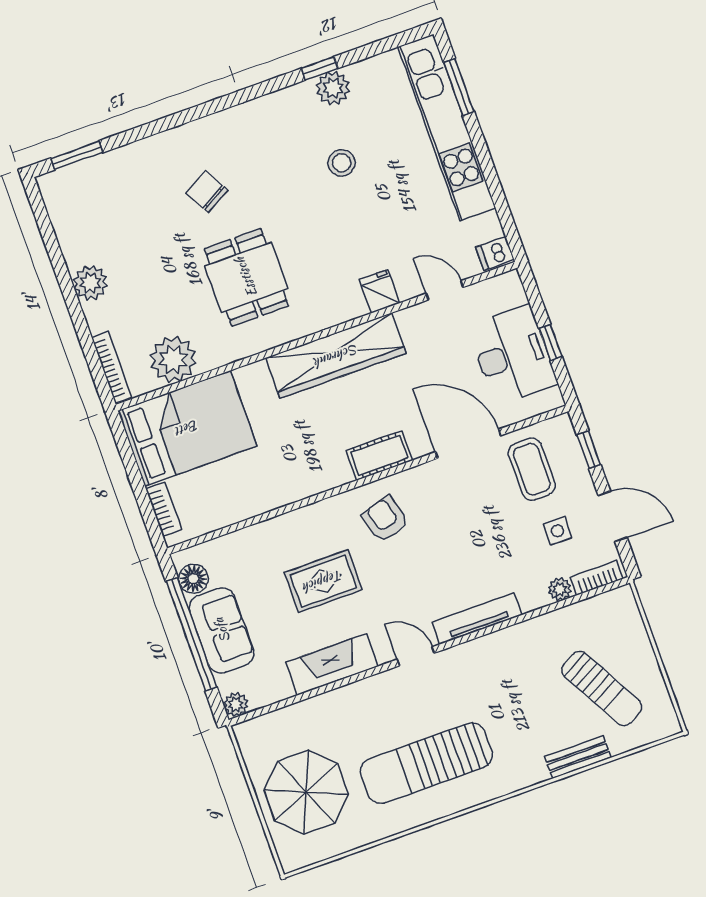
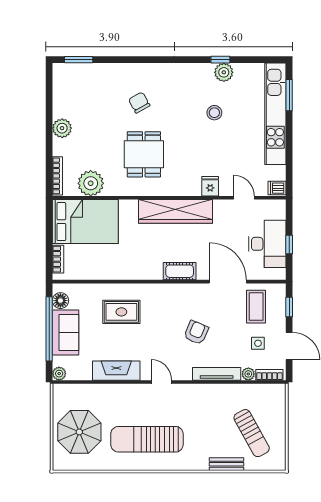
armchair: (385, 519) -> (196, 333), moved, turned 39
rug: (323, 581) -> (121, 312), moved
tv unit: (477, 619) -> (217, 374), moved

